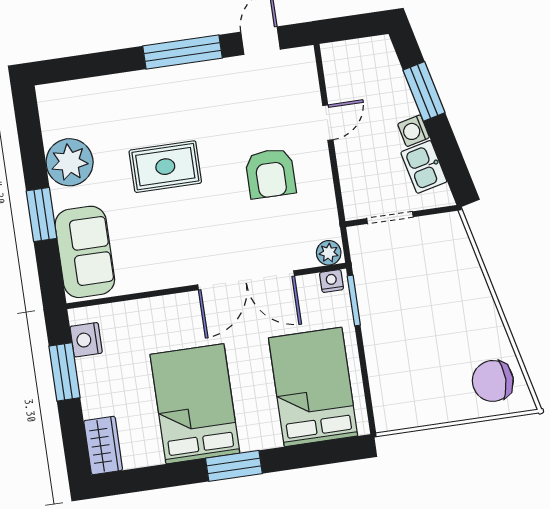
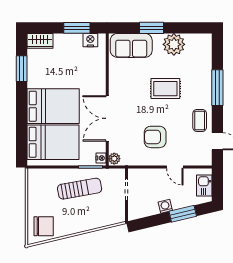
window: (182, 52) -> (217, 88), moved
coffee table: (222, 85) -> (200, 120), added
rug: (165, 167) -> (165, 89), turned 90
kitchen sink: (424, 167) -> (204, 186), moved, turned -77
sun lounger: (403, 317) -> (80, 189), added
chair: (493, 381) -> (44, 226), turned 90
bed: (195, 404) -> (53, 106), moved
window: (234, 466) -> (22, 69), moved

